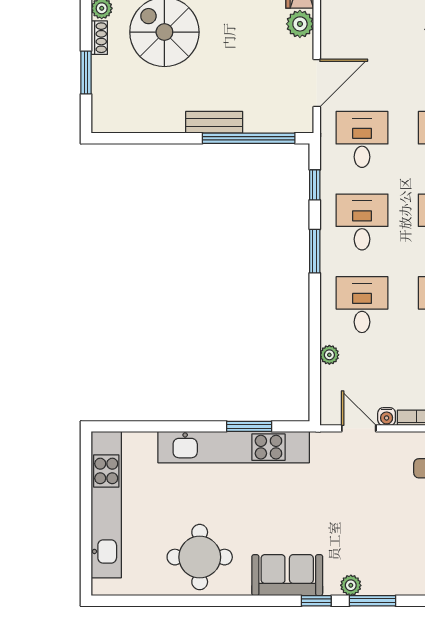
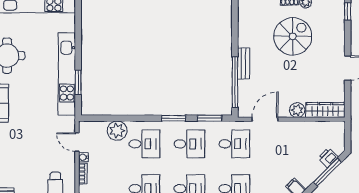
door: (317, 83) -> (265, 119), swing flipped
window: (315, 185) -> (210, 118), width x1.50
plant: (329, 355) -> (117, 131), width x1.88, depth x1.88
door: (359, 428) -> (77, 142), swing flipped

